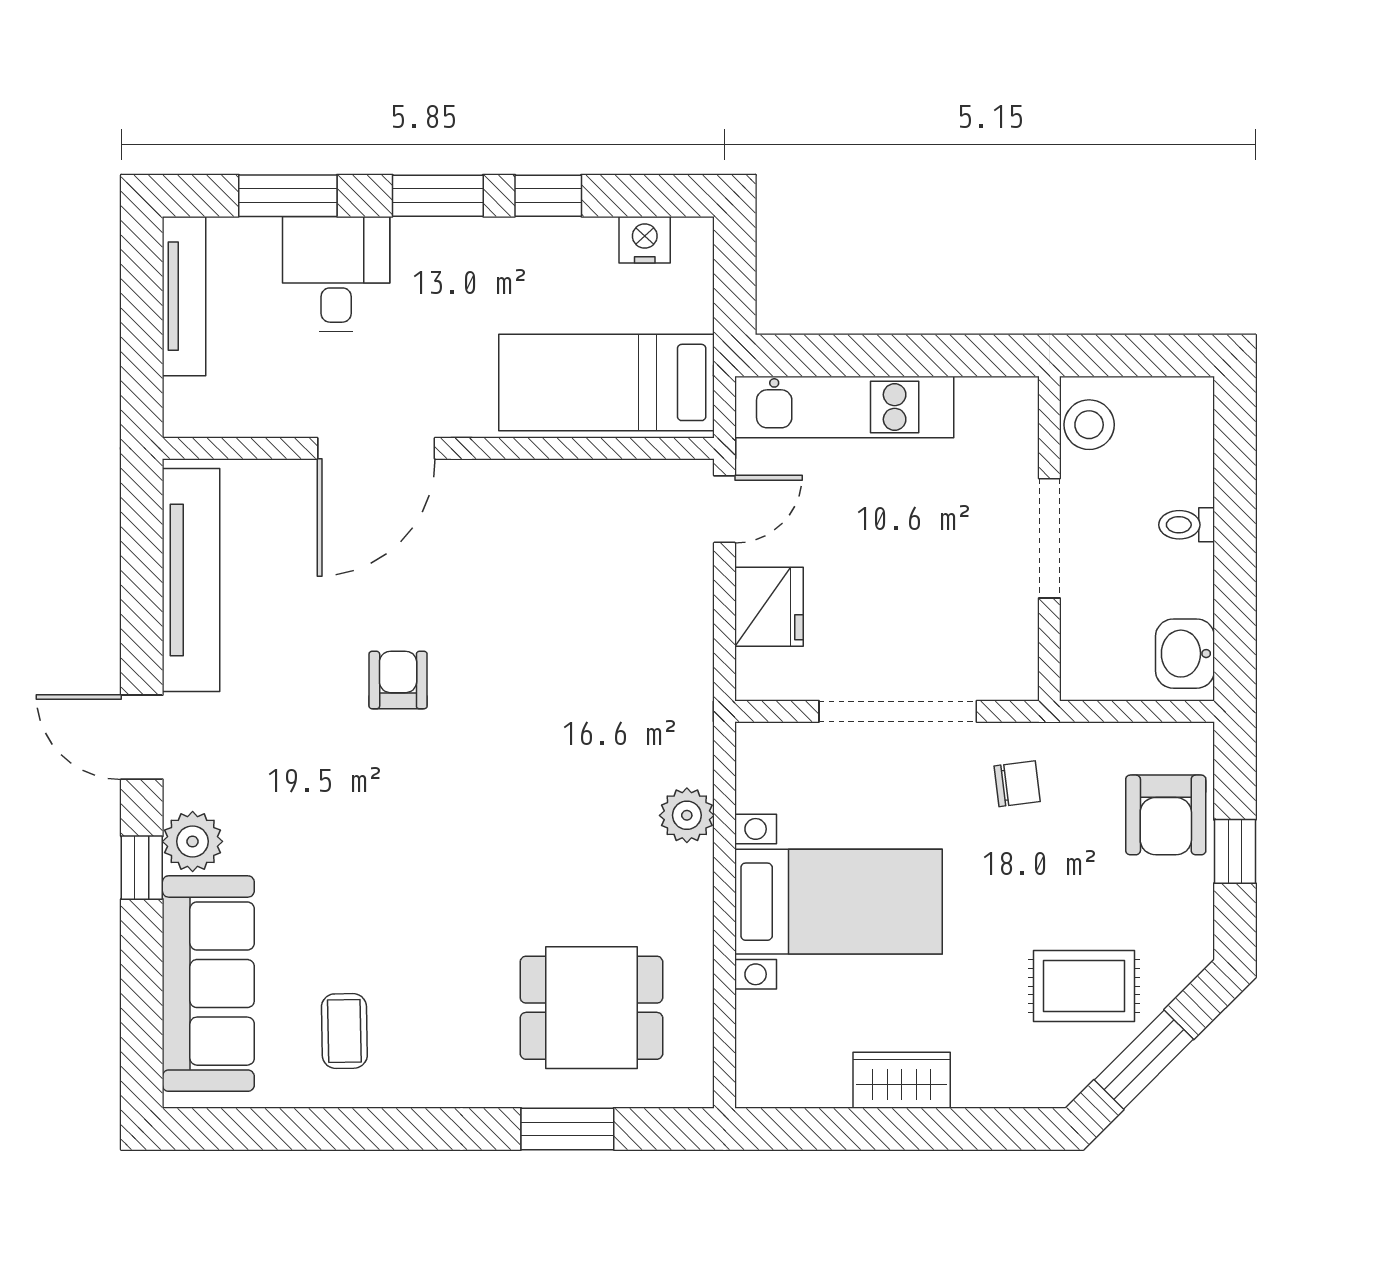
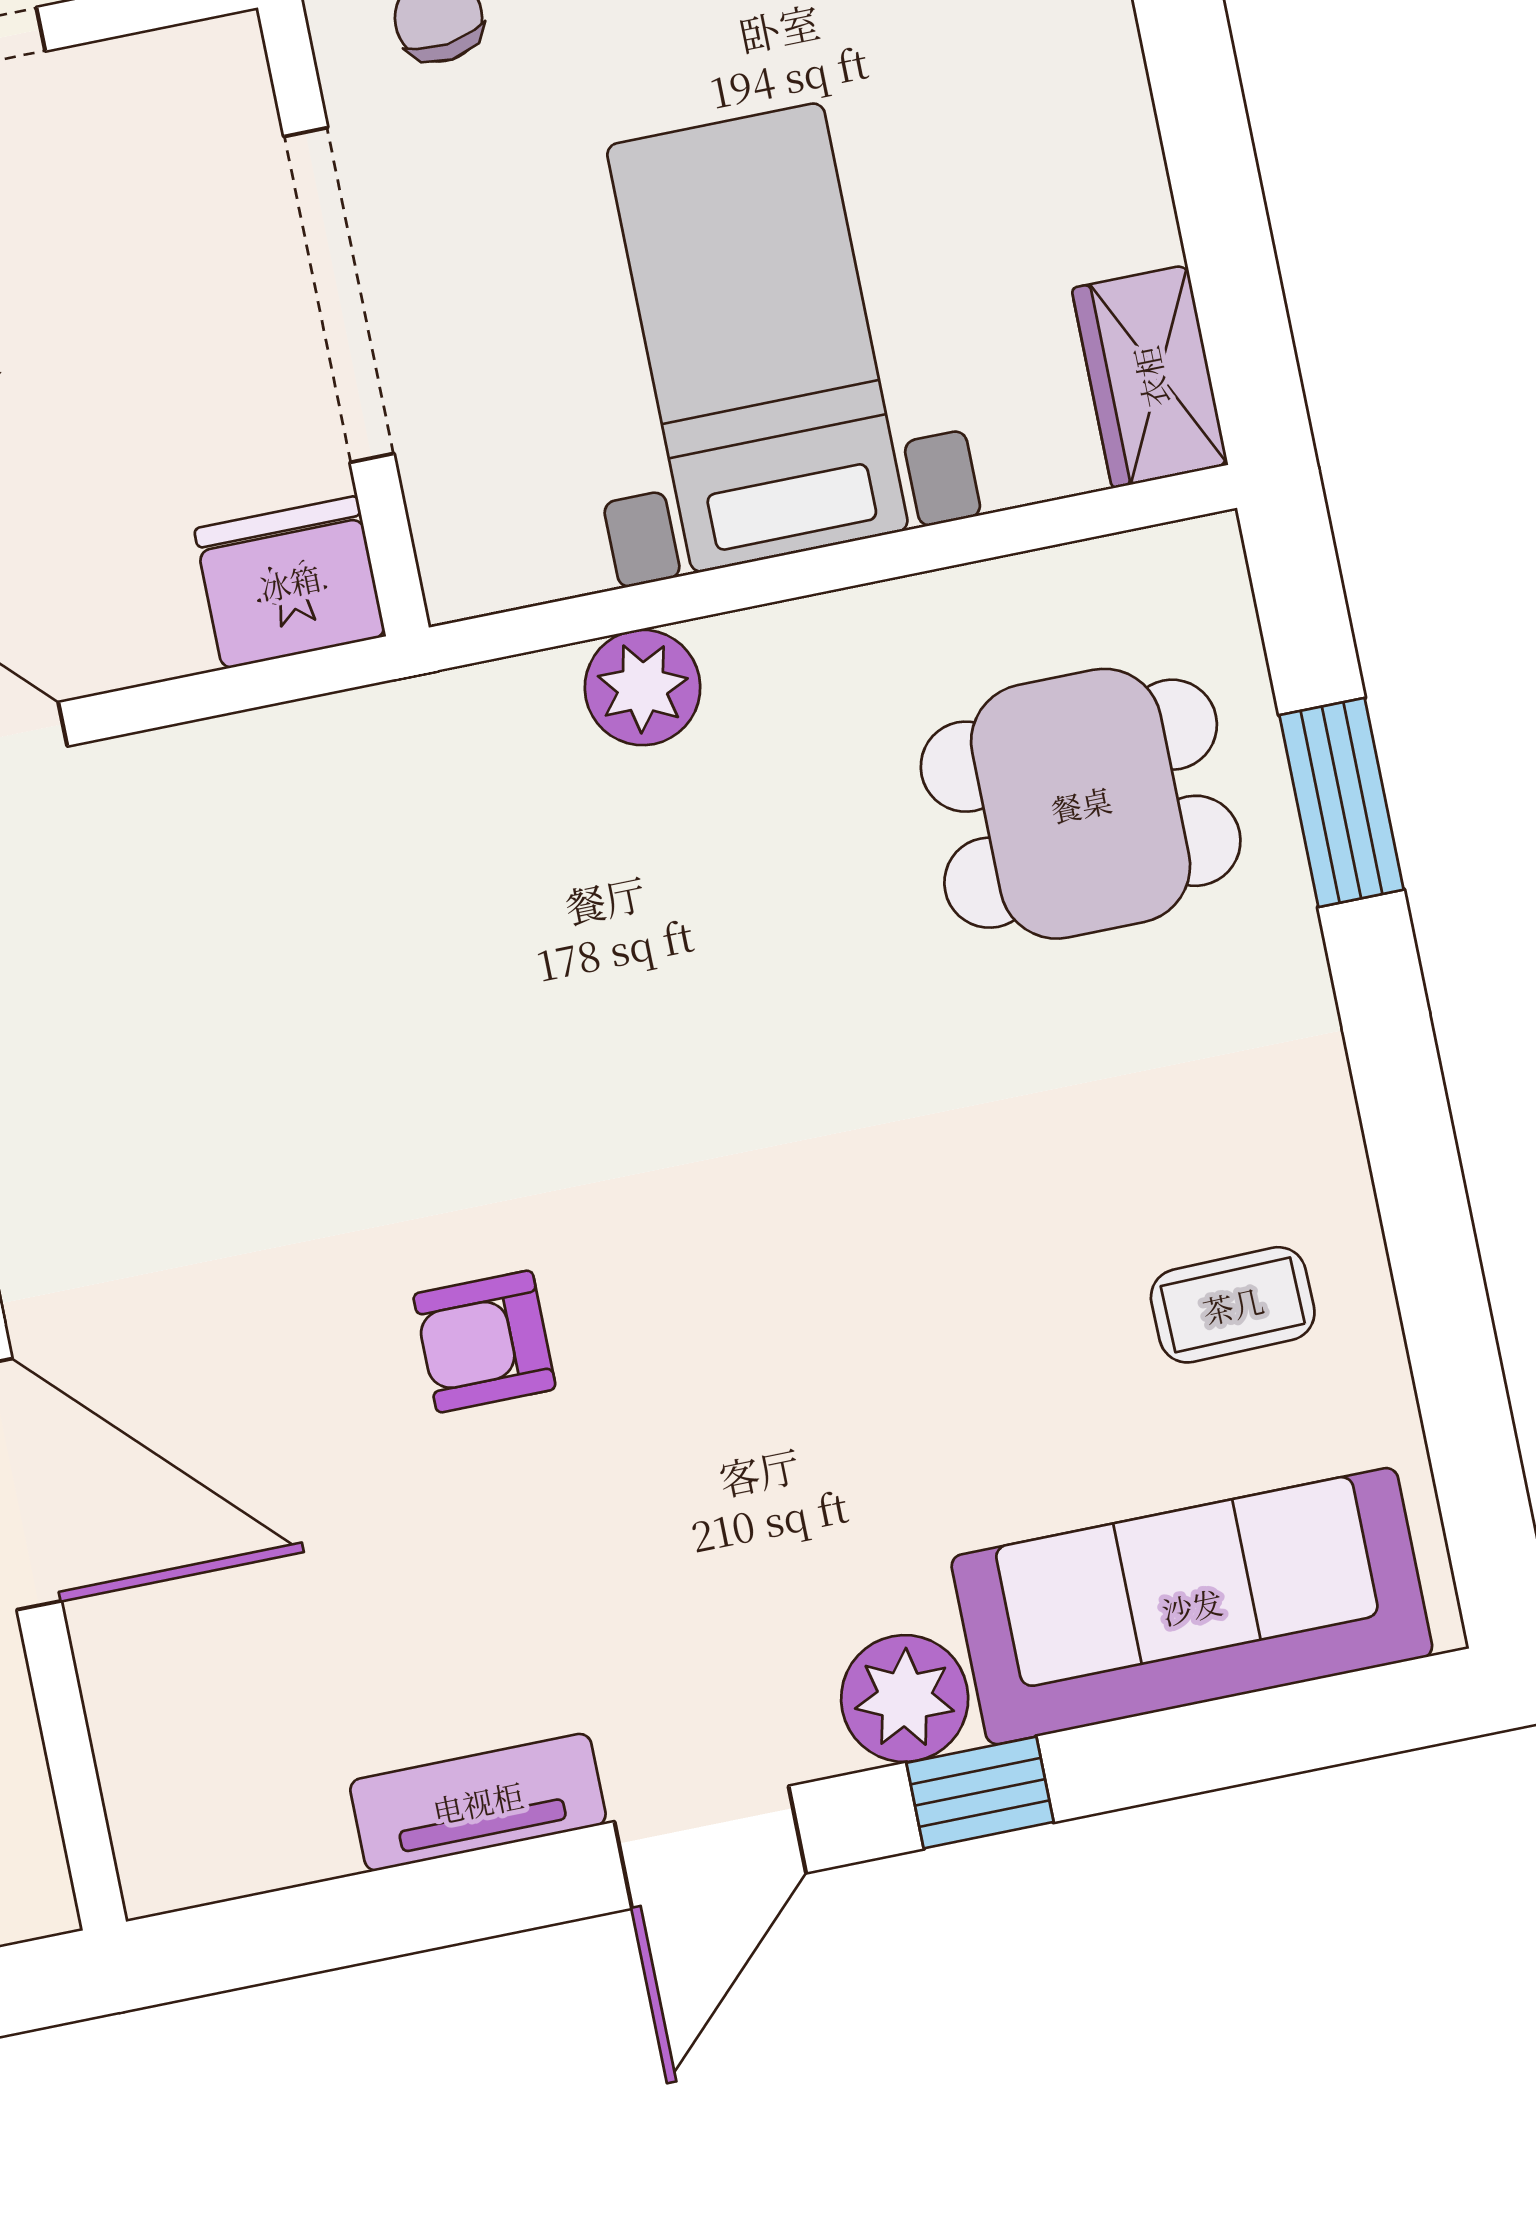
tv unit: (191, 580) -> (478, 1802), width x0.52, depth x0.78
fridge: (769, 607) -> (290, 582), moved
dining table: (591, 1008) -> (1081, 804), turned 90
wardrobe: (902, 1080) -> (1150, 377), moved

